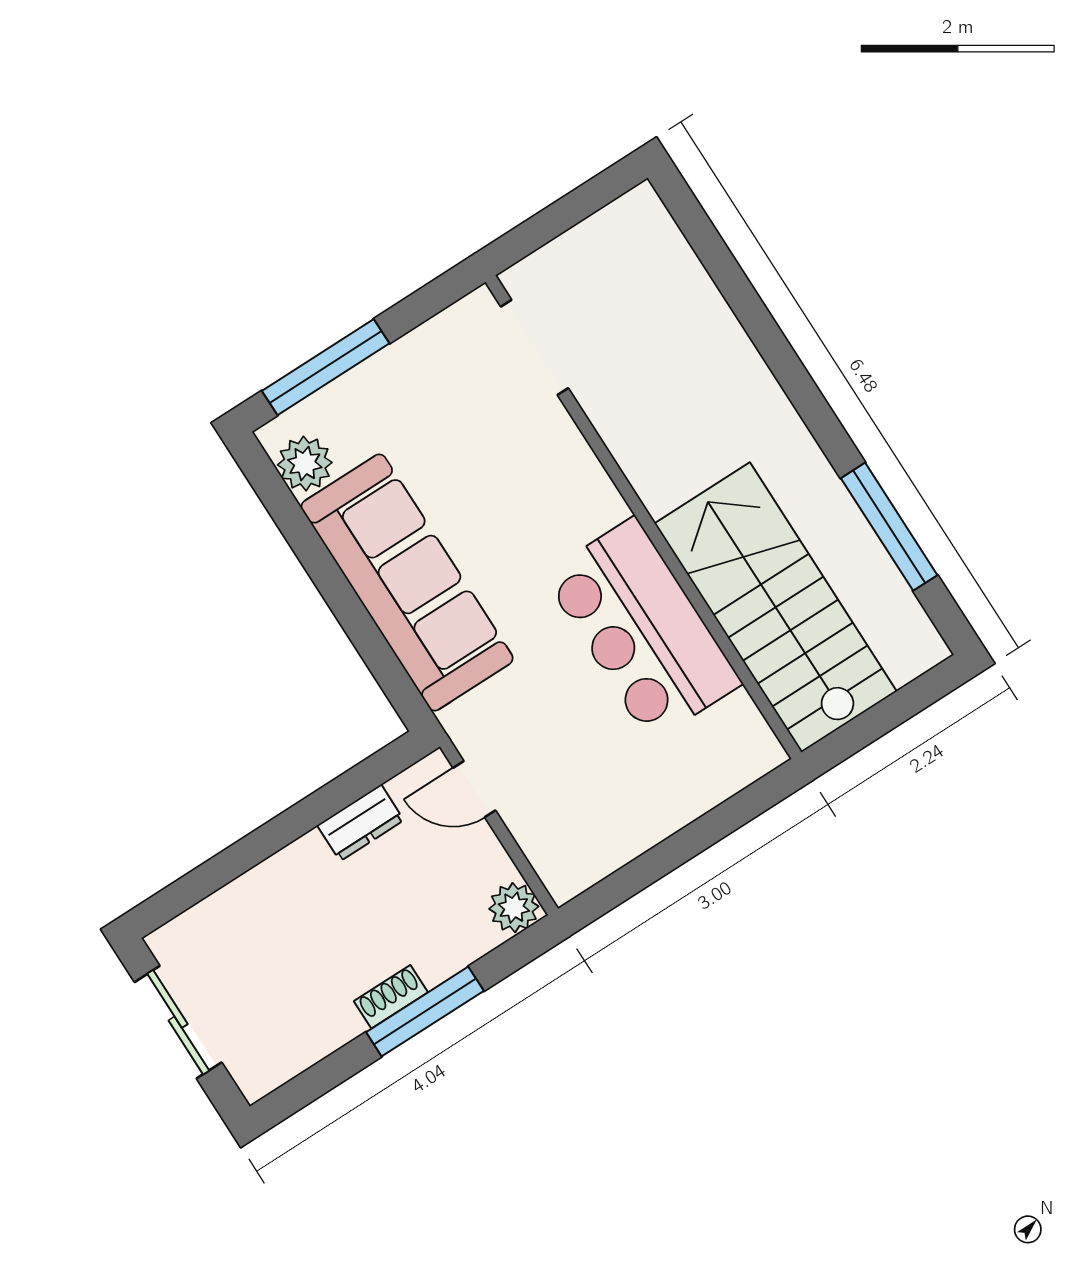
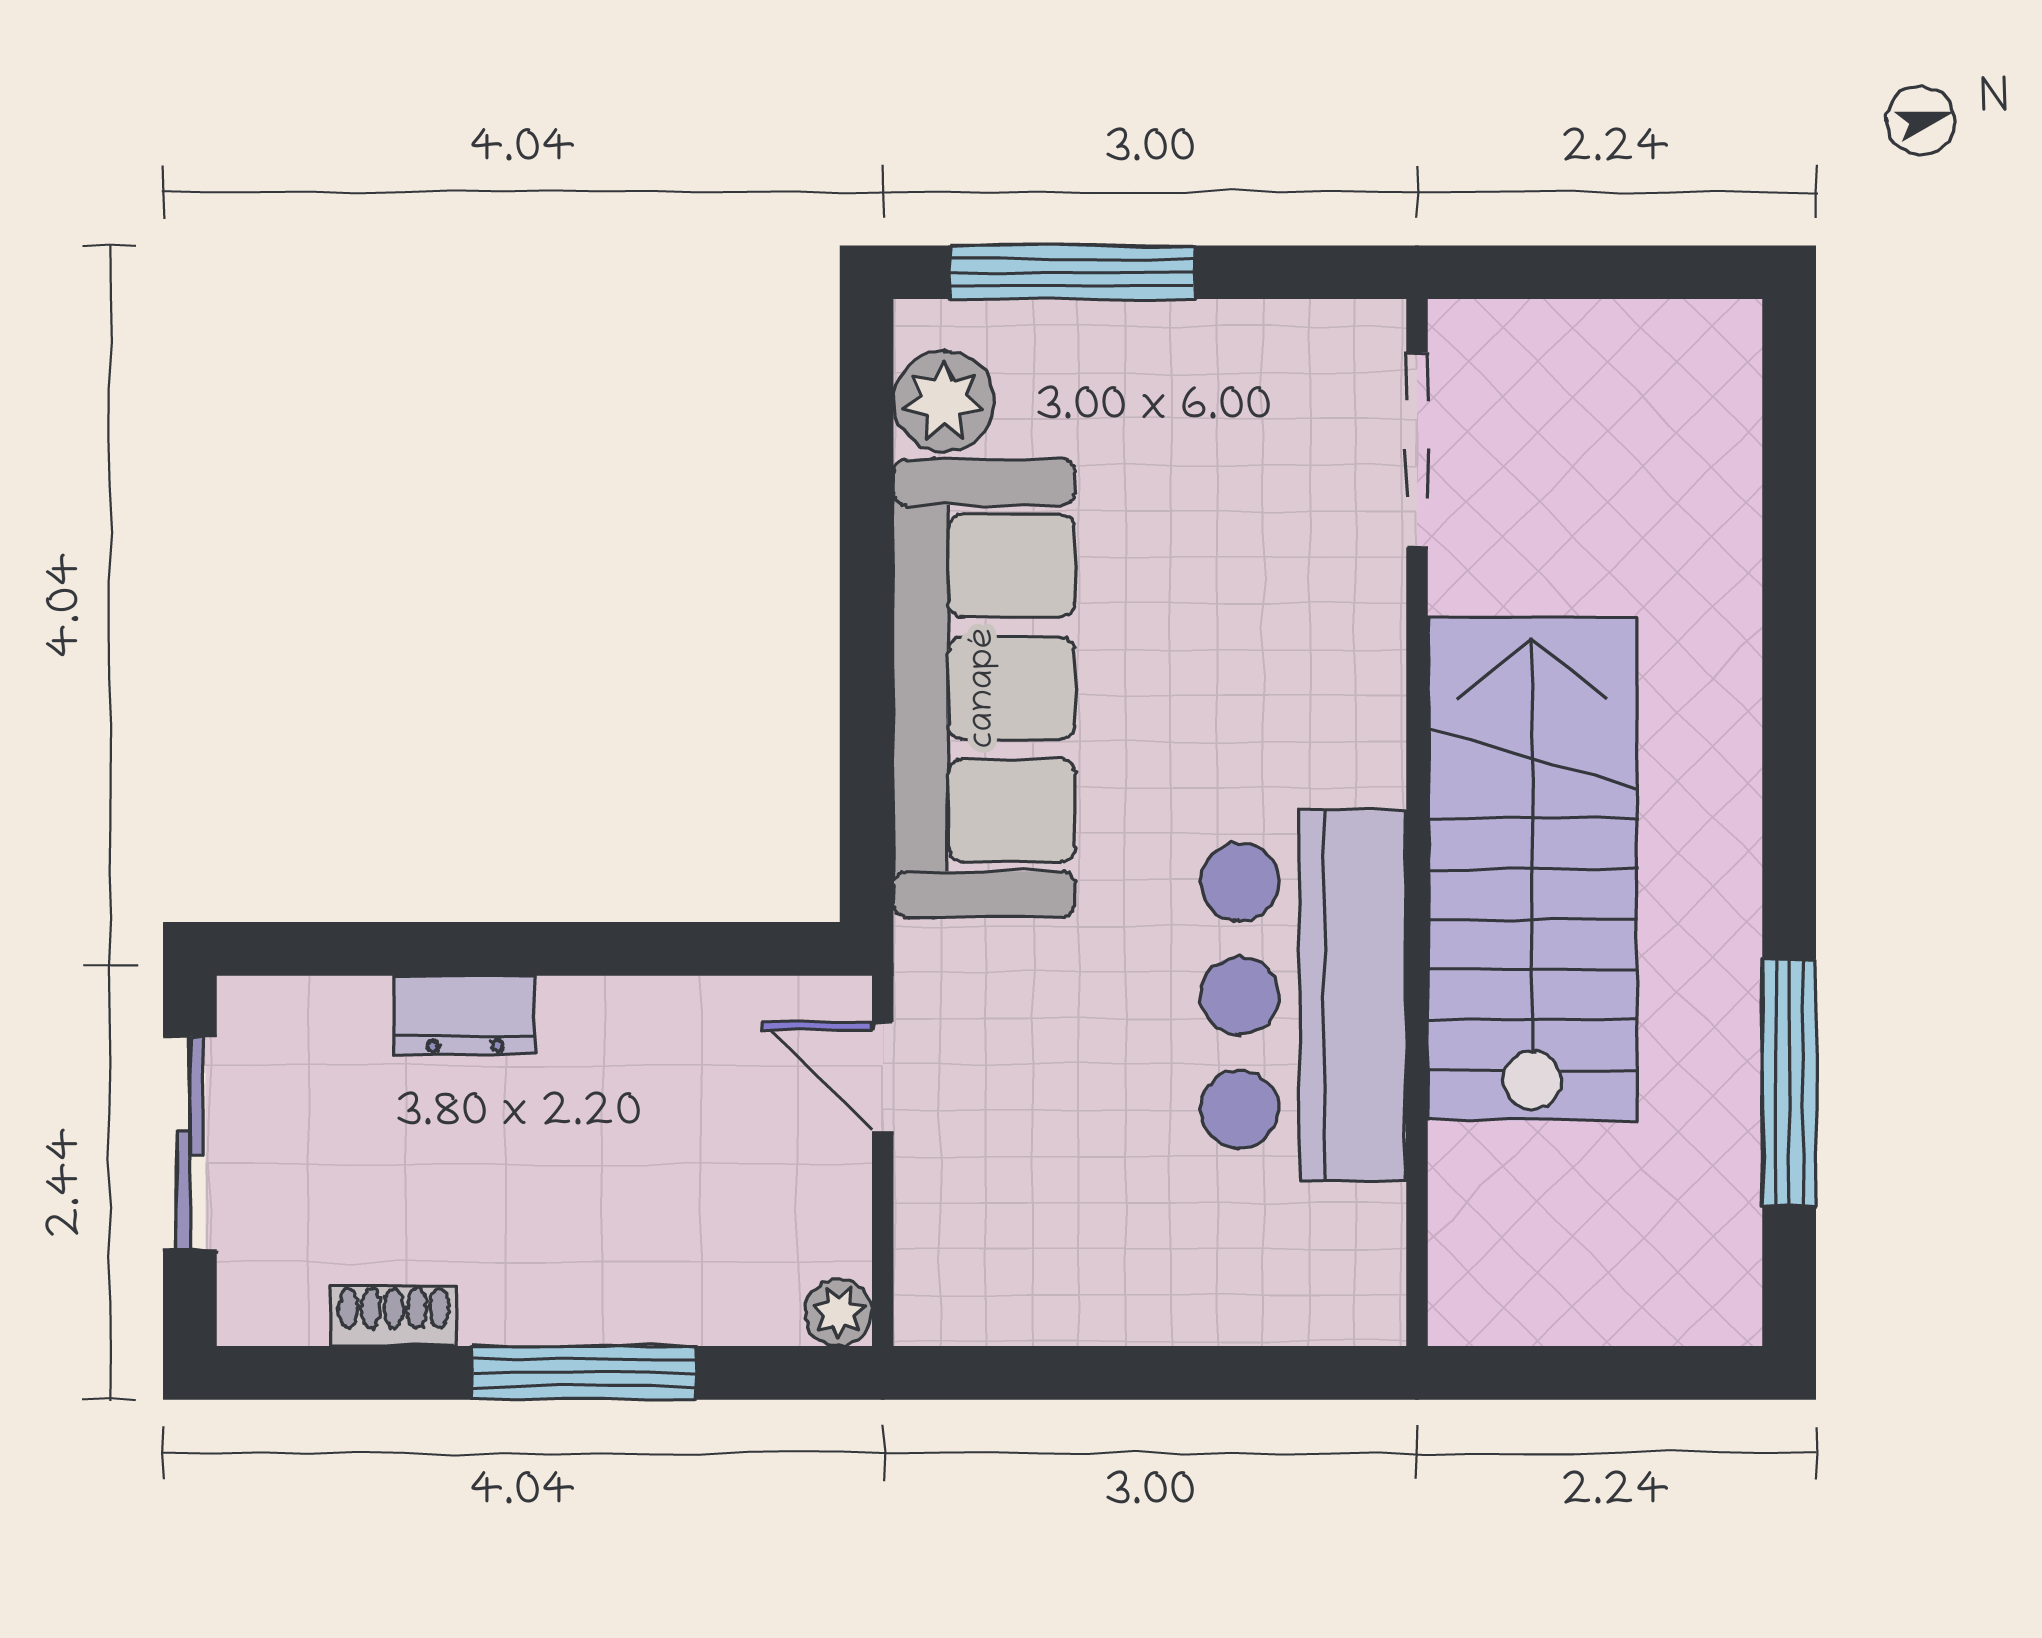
stairs: (776, 607) -> (1532, 869), moved
dresser: (361, 823) -> (465, 1015), moved
plant: (514, 908) -> (839, 1313), width x0.73, depth x0.73
shoe rack: (391, 997) -> (394, 1316), moved

